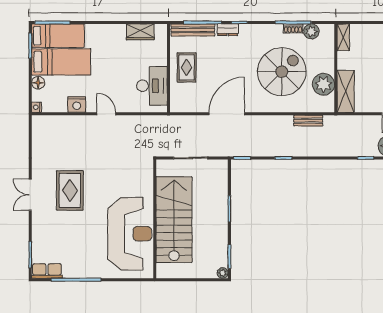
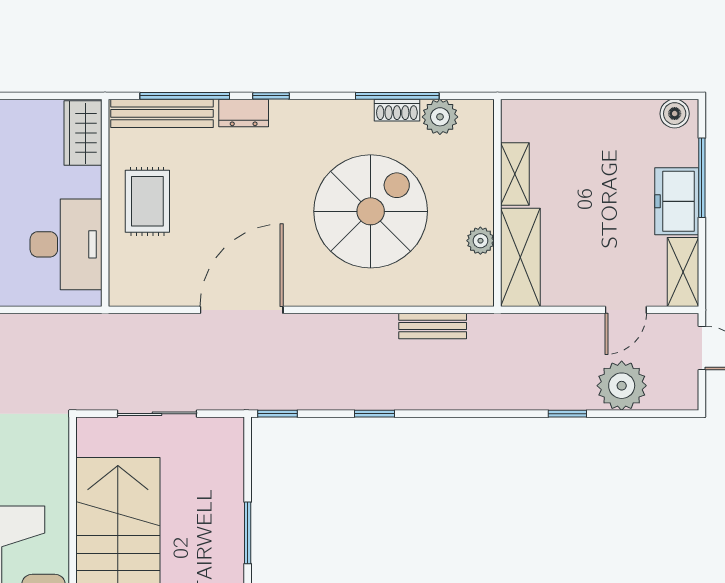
wardrobe: (140, 32) -> (83, 133), moved, turned 90
shelving: (343, 37) -> (515, 174), moved
plant: (323, 84) -> (480, 241), width x0.53, depth x0.53

